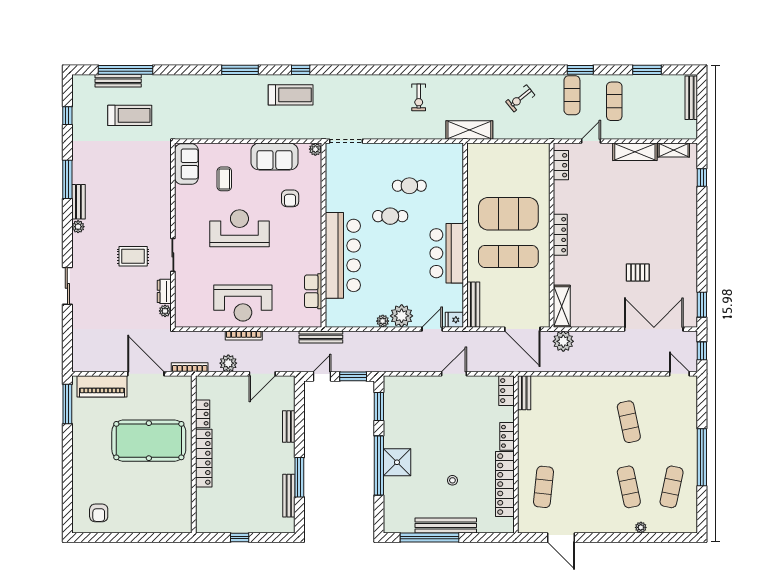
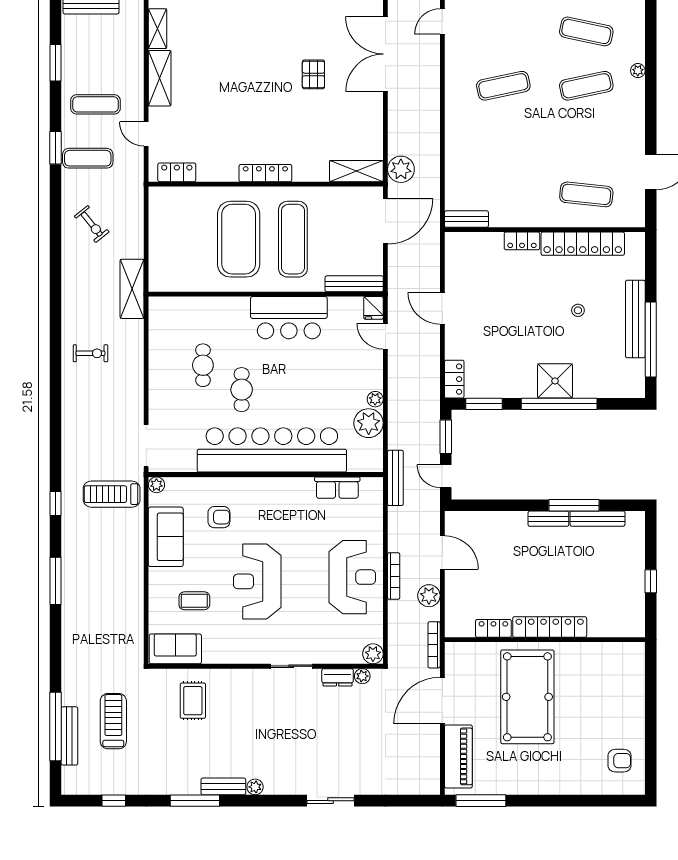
treadmill: (291, 95) -> (112, 494), moved, turned -90
bar counter: (343, 255) -> (272, 450), width x1.36
rug: (133, 256) -> (193, 701), moved
plant: (402, 316) -> (369, 423), moved
plant: (183, 319) -> (373, 654), added
locker: (506, 391) -> (454, 379), moved, turned -90
bench: (289, 426) -> (548, 519), moved

